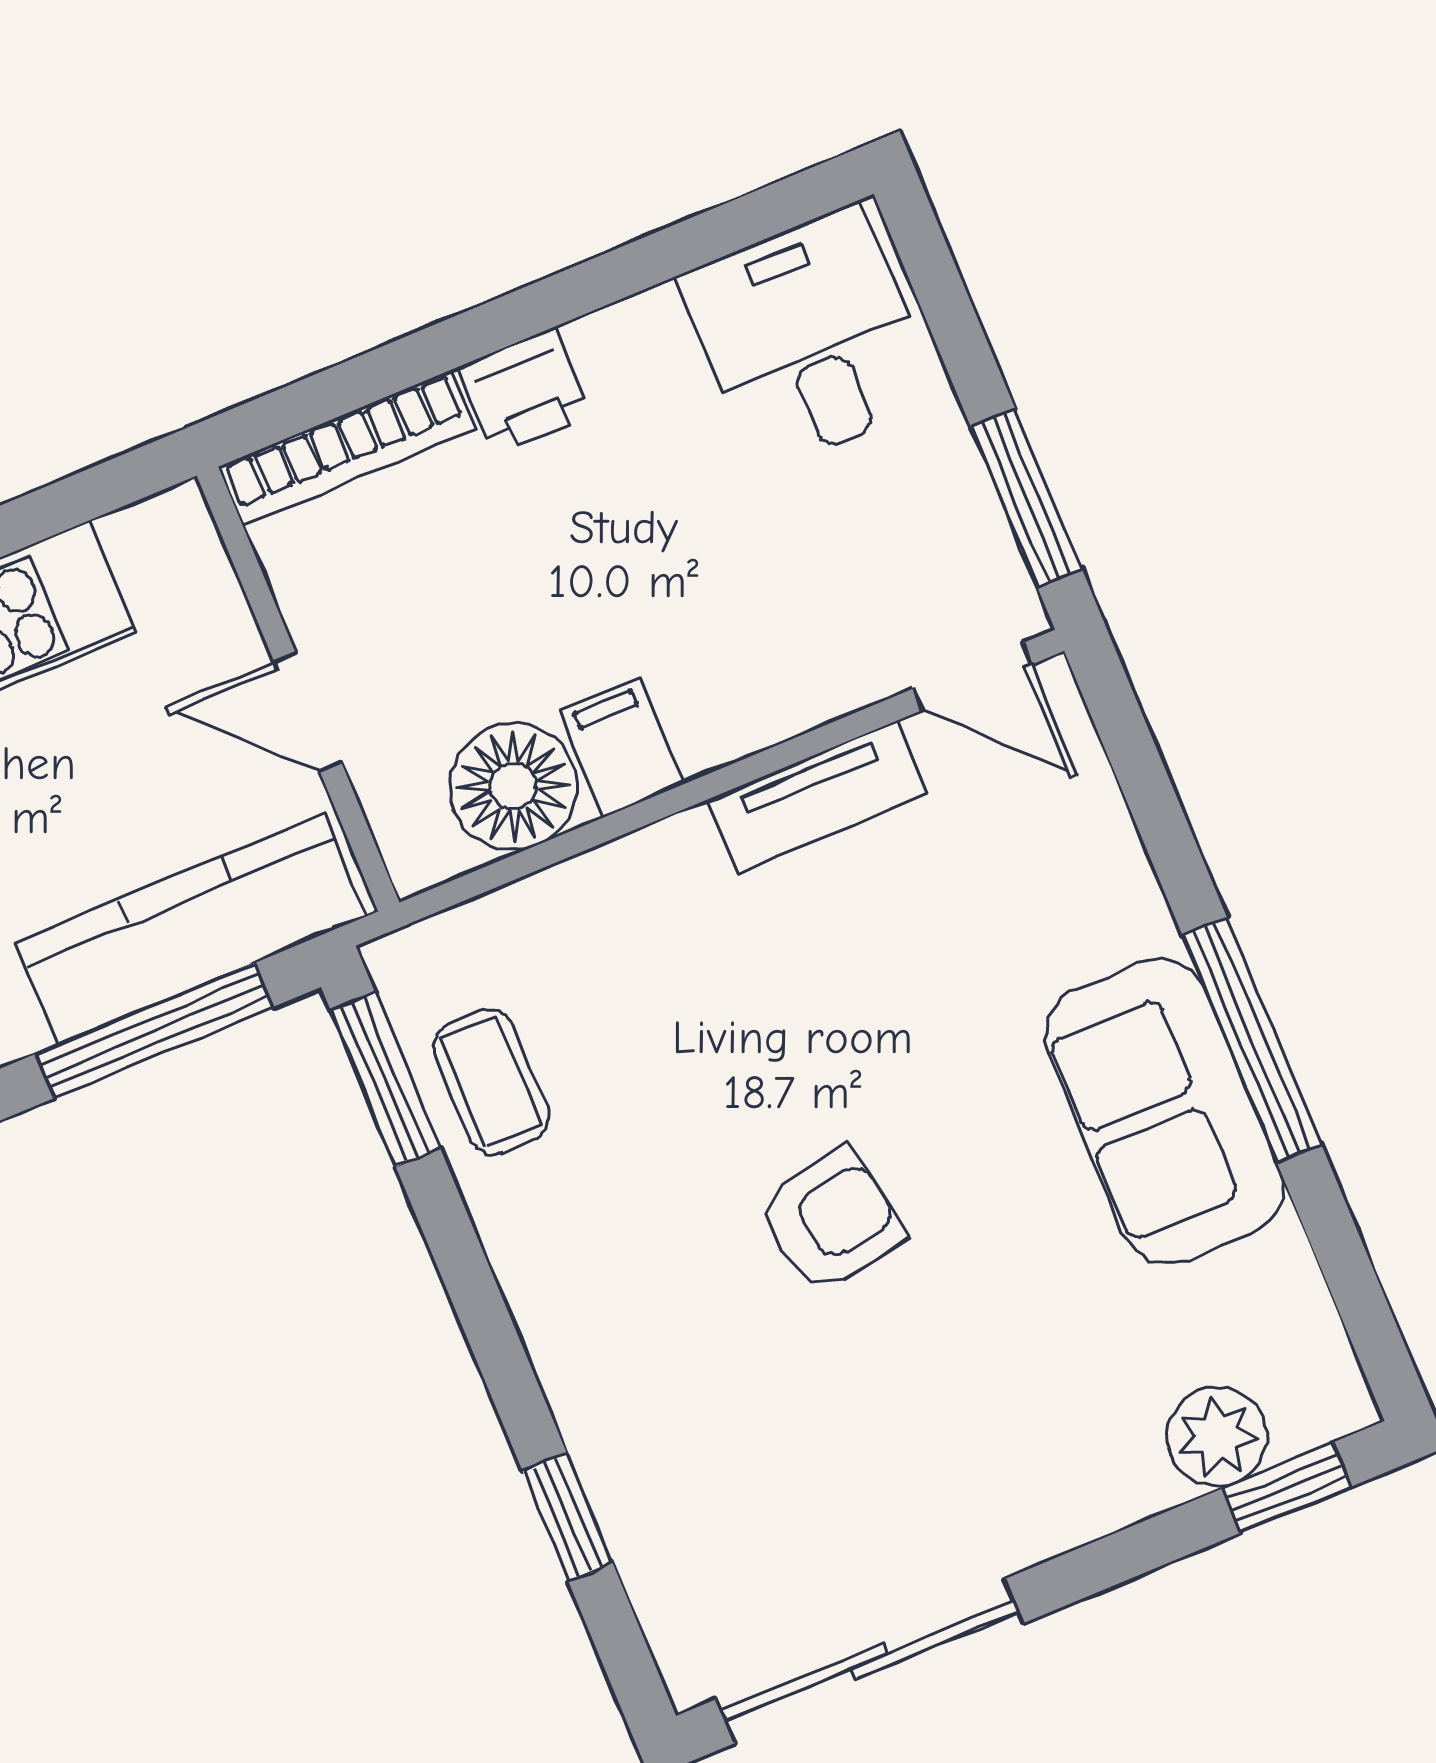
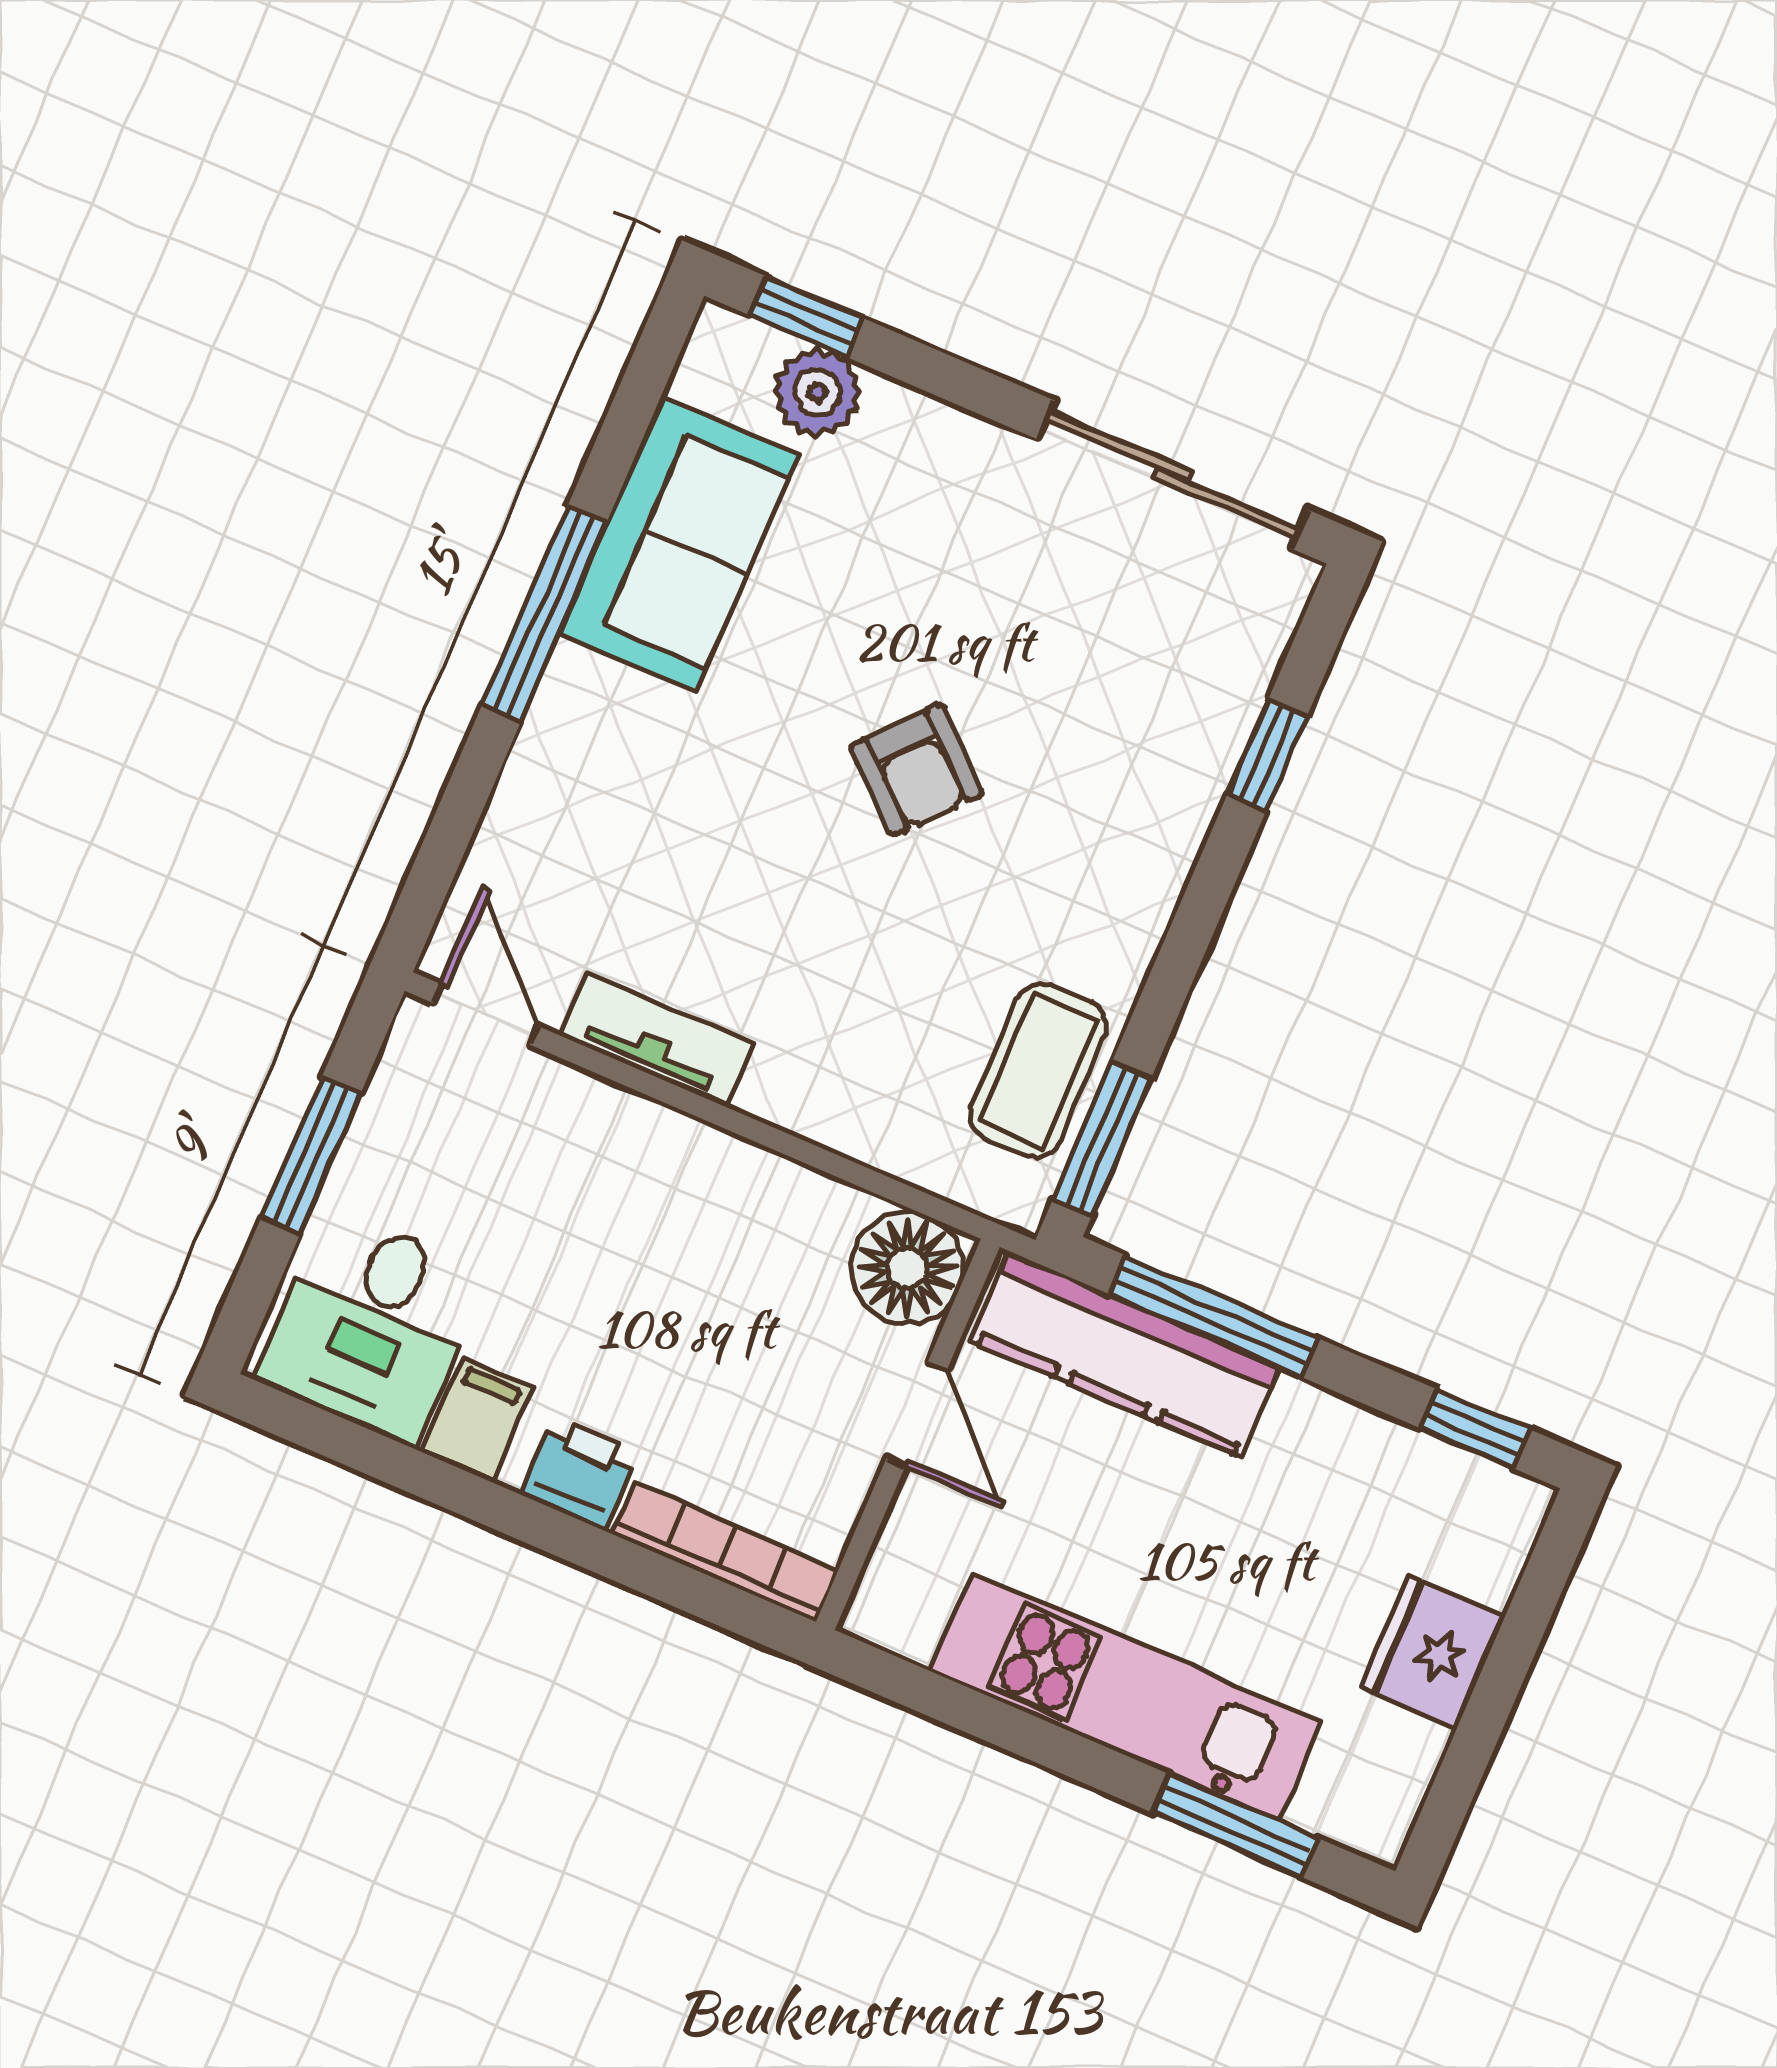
window: (1026, 498) -> (311, 1155), moved
filing cabinet: (621, 747) -> (478, 1420), moved, turned 180
floor lamp: (513, 787) -> (907, 1268), moved
coffee table: (491, 1082) -> (1038, 1071), width x1.36, depth x1.30
sofa: (1164, 1111) -> (679, 544), moved
armchair: (831, 1220) -> (917, 770), turned -128

